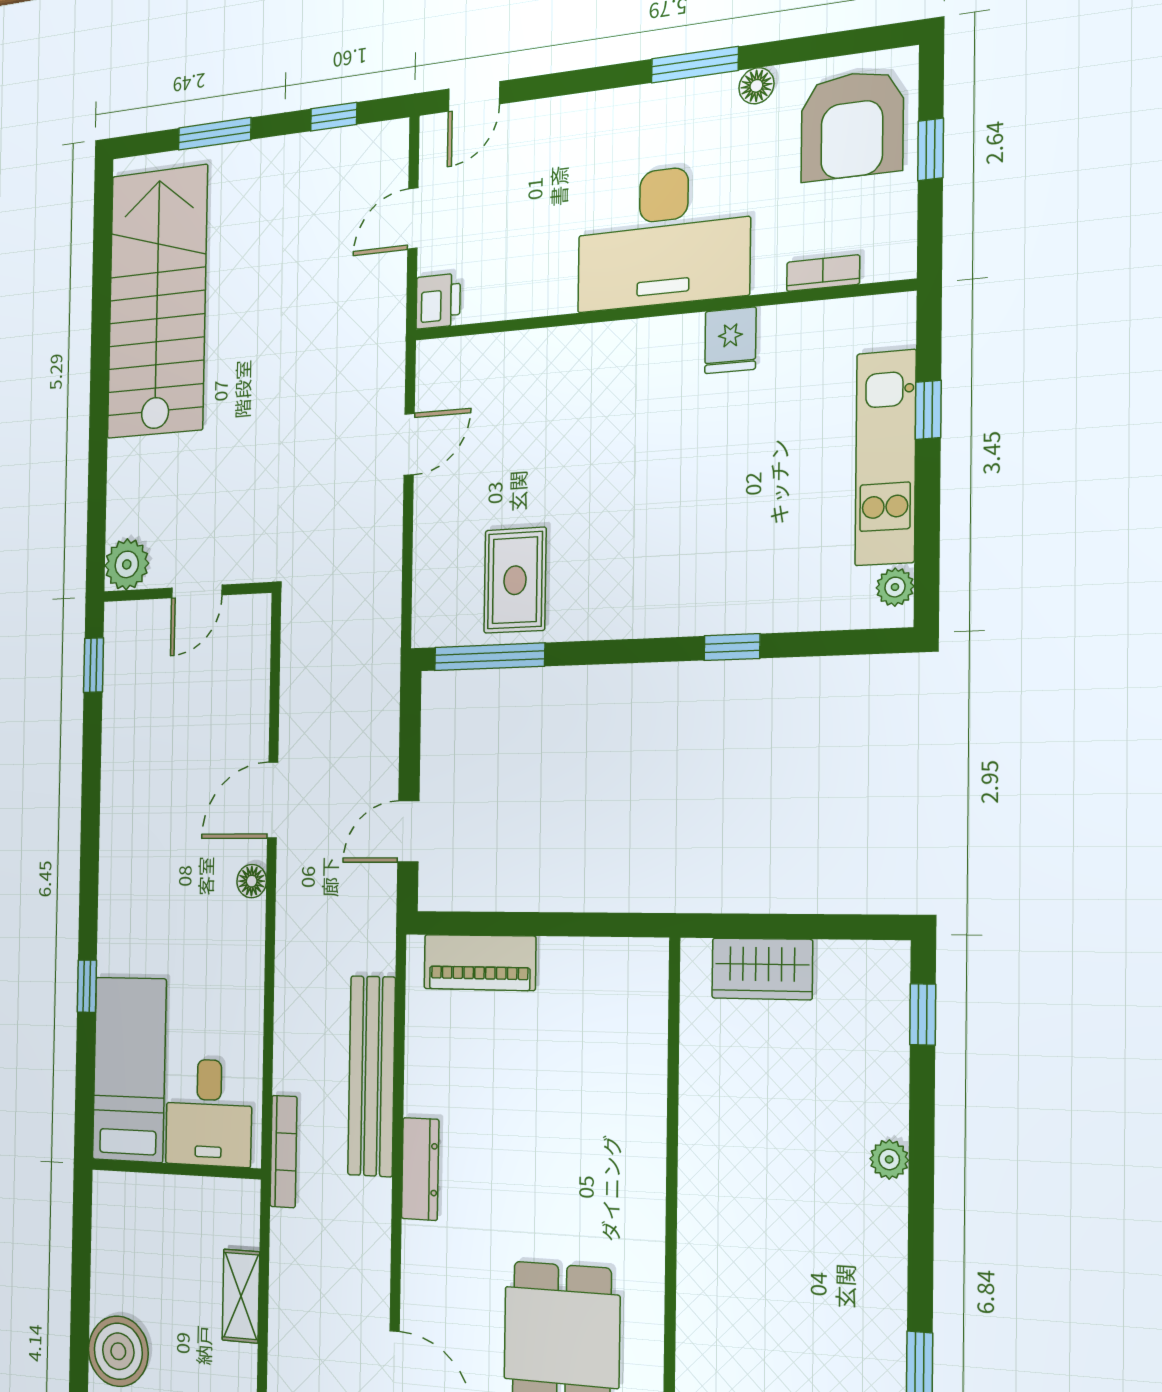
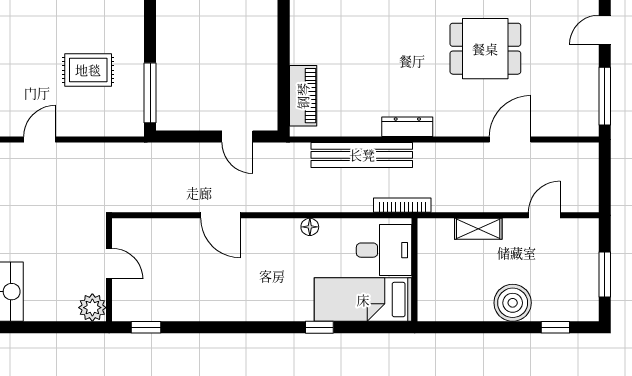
door: (409, 444) -> (40, 140), hinge flipped
rug: (515, 580) -> (88, 70), moved
floor lamp: (252, 881) -> (310, 227), moved

